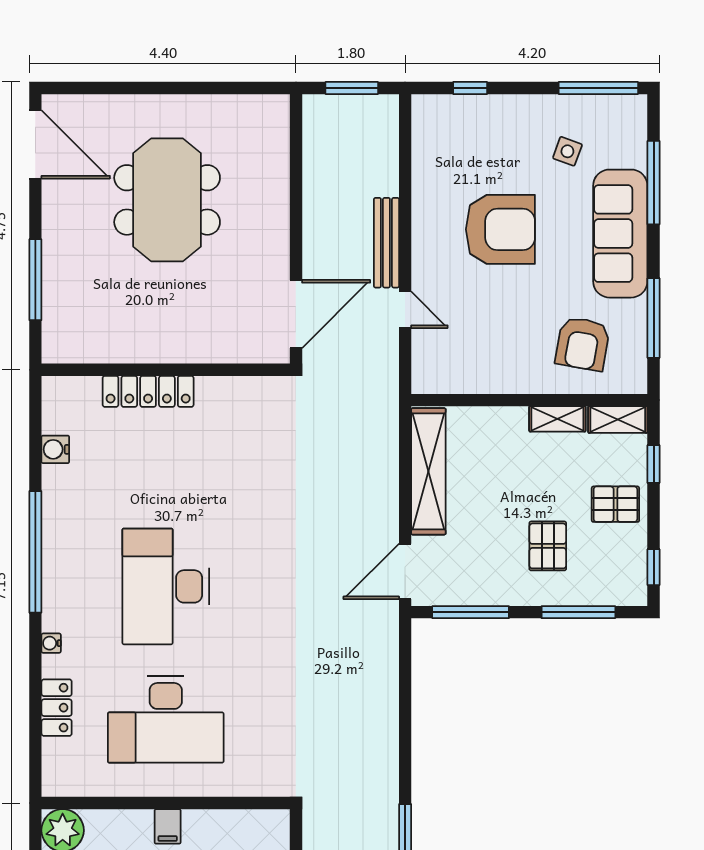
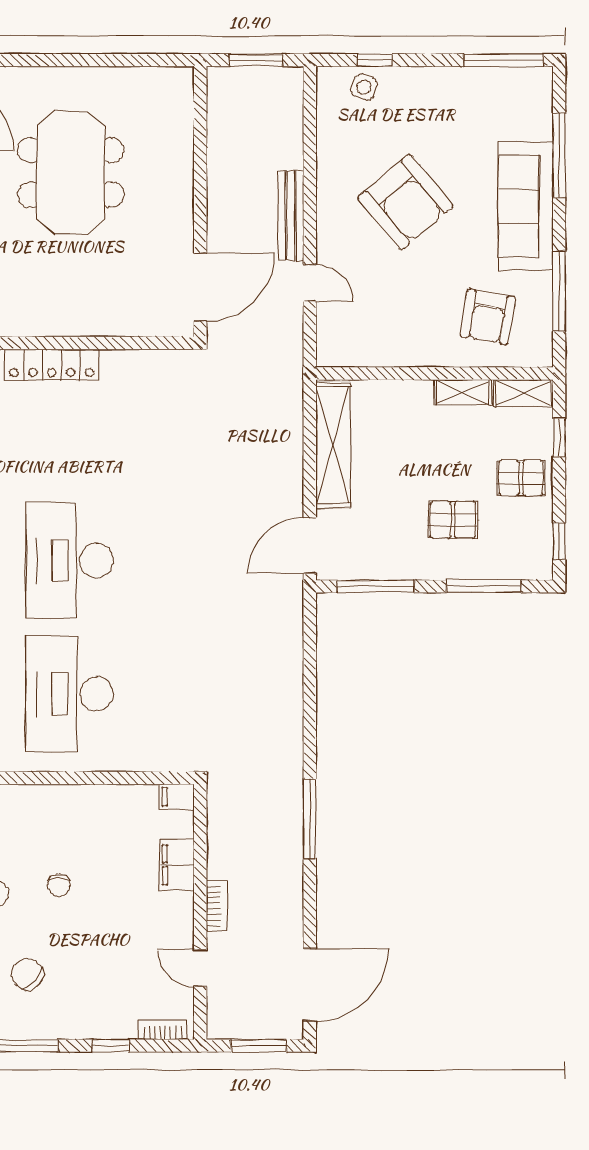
side table: (567, 151) -> (364, 87), moved
armchair: (500, 229) -> (405, 202), turned 50
pallet: (548, 546) -> (453, 520), turned 90
desk: (166, 719) -> (69, 694), turned 90
filing cabinet: (168, 826) -> (177, 797), moved, turned 90

